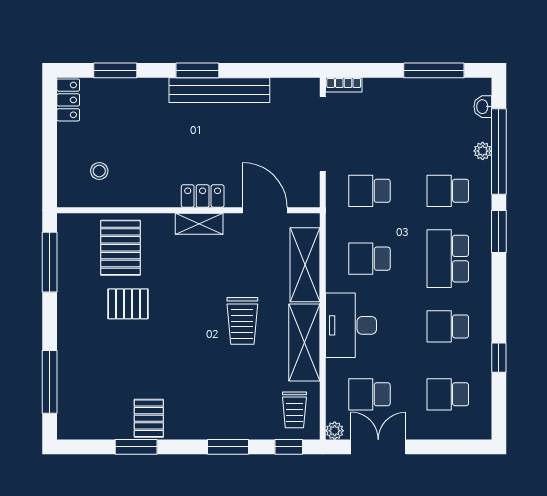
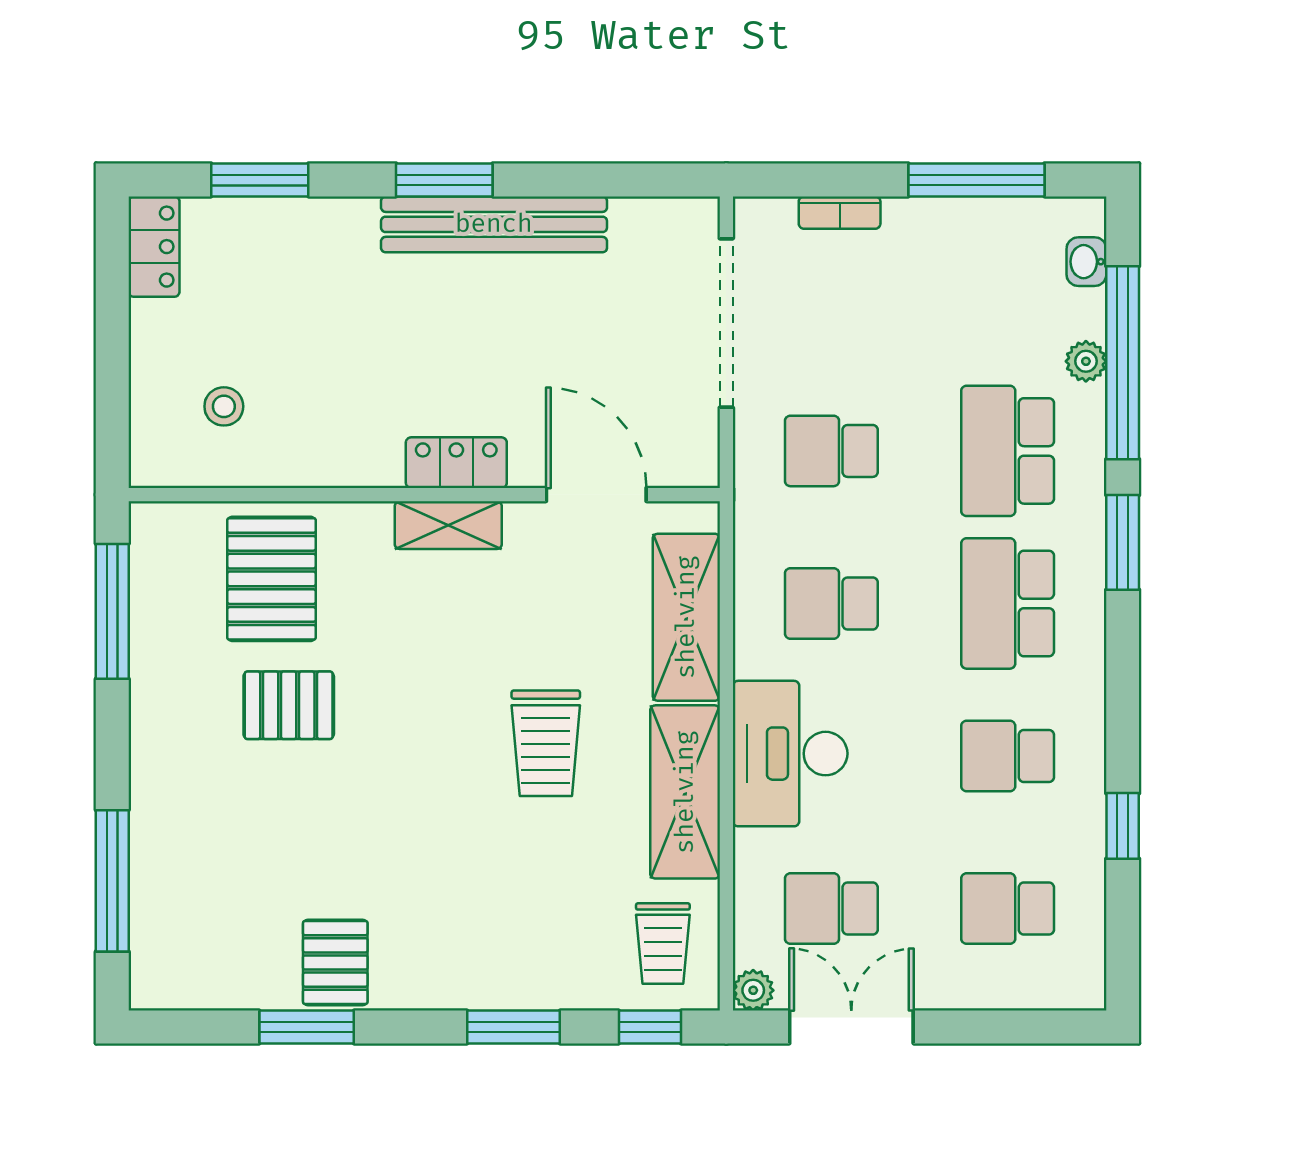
bookcase: (344, 85) -> (840, 213), moved
school desk: (448, 191) -> (1008, 451), width x1.85

